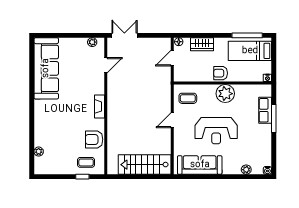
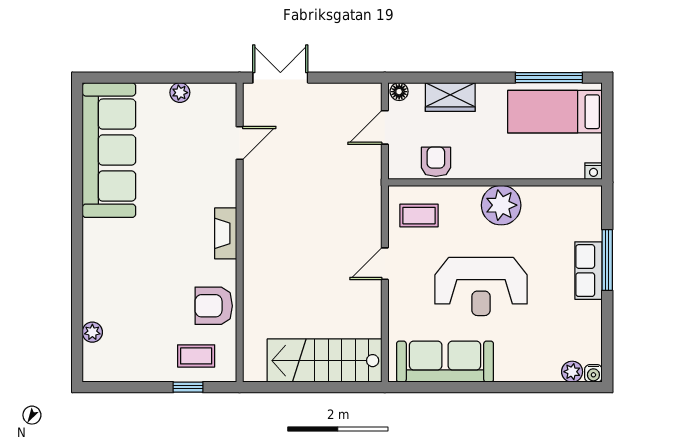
plant: (92, 42) -> (180, 93), moved
armchair: (221, 73) -> (436, 162), moved, turned 90
row of seats: (265, 110) -> (589, 271), moved
plant: (246, 170) -> (572, 372), moved

